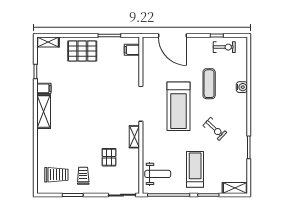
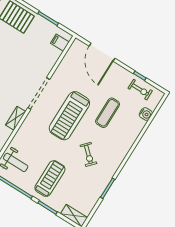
water cooler: (242, 87) -> (146, 114), moved

